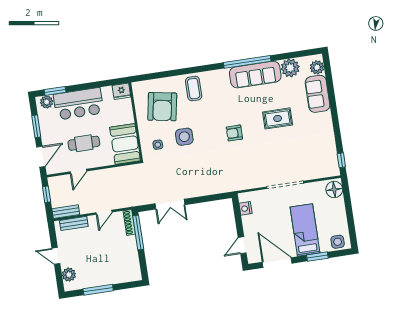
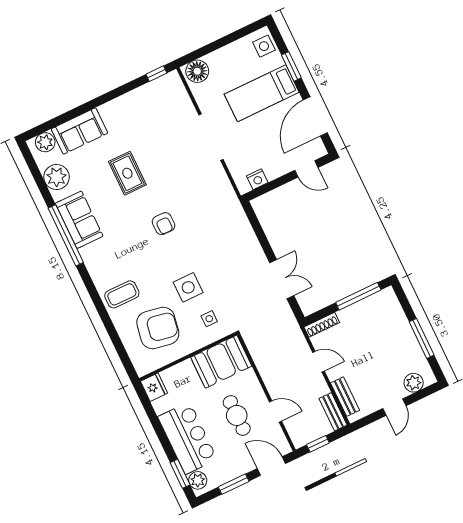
sofa: (255, 75) -> (79, 220), width x0.73
window: (138, 233) -> (358, 296), moved

